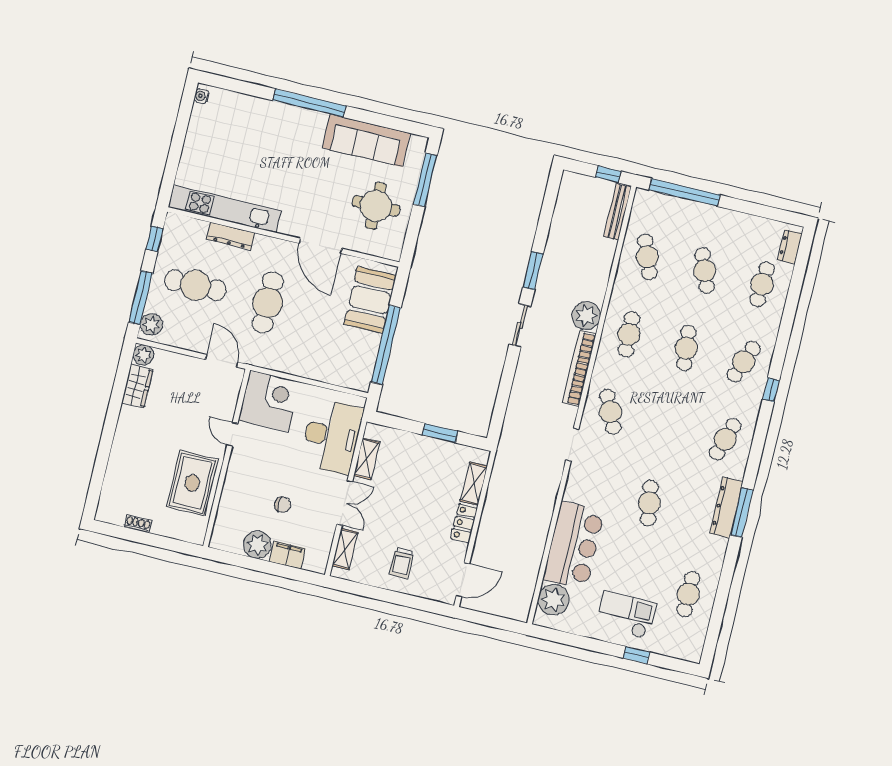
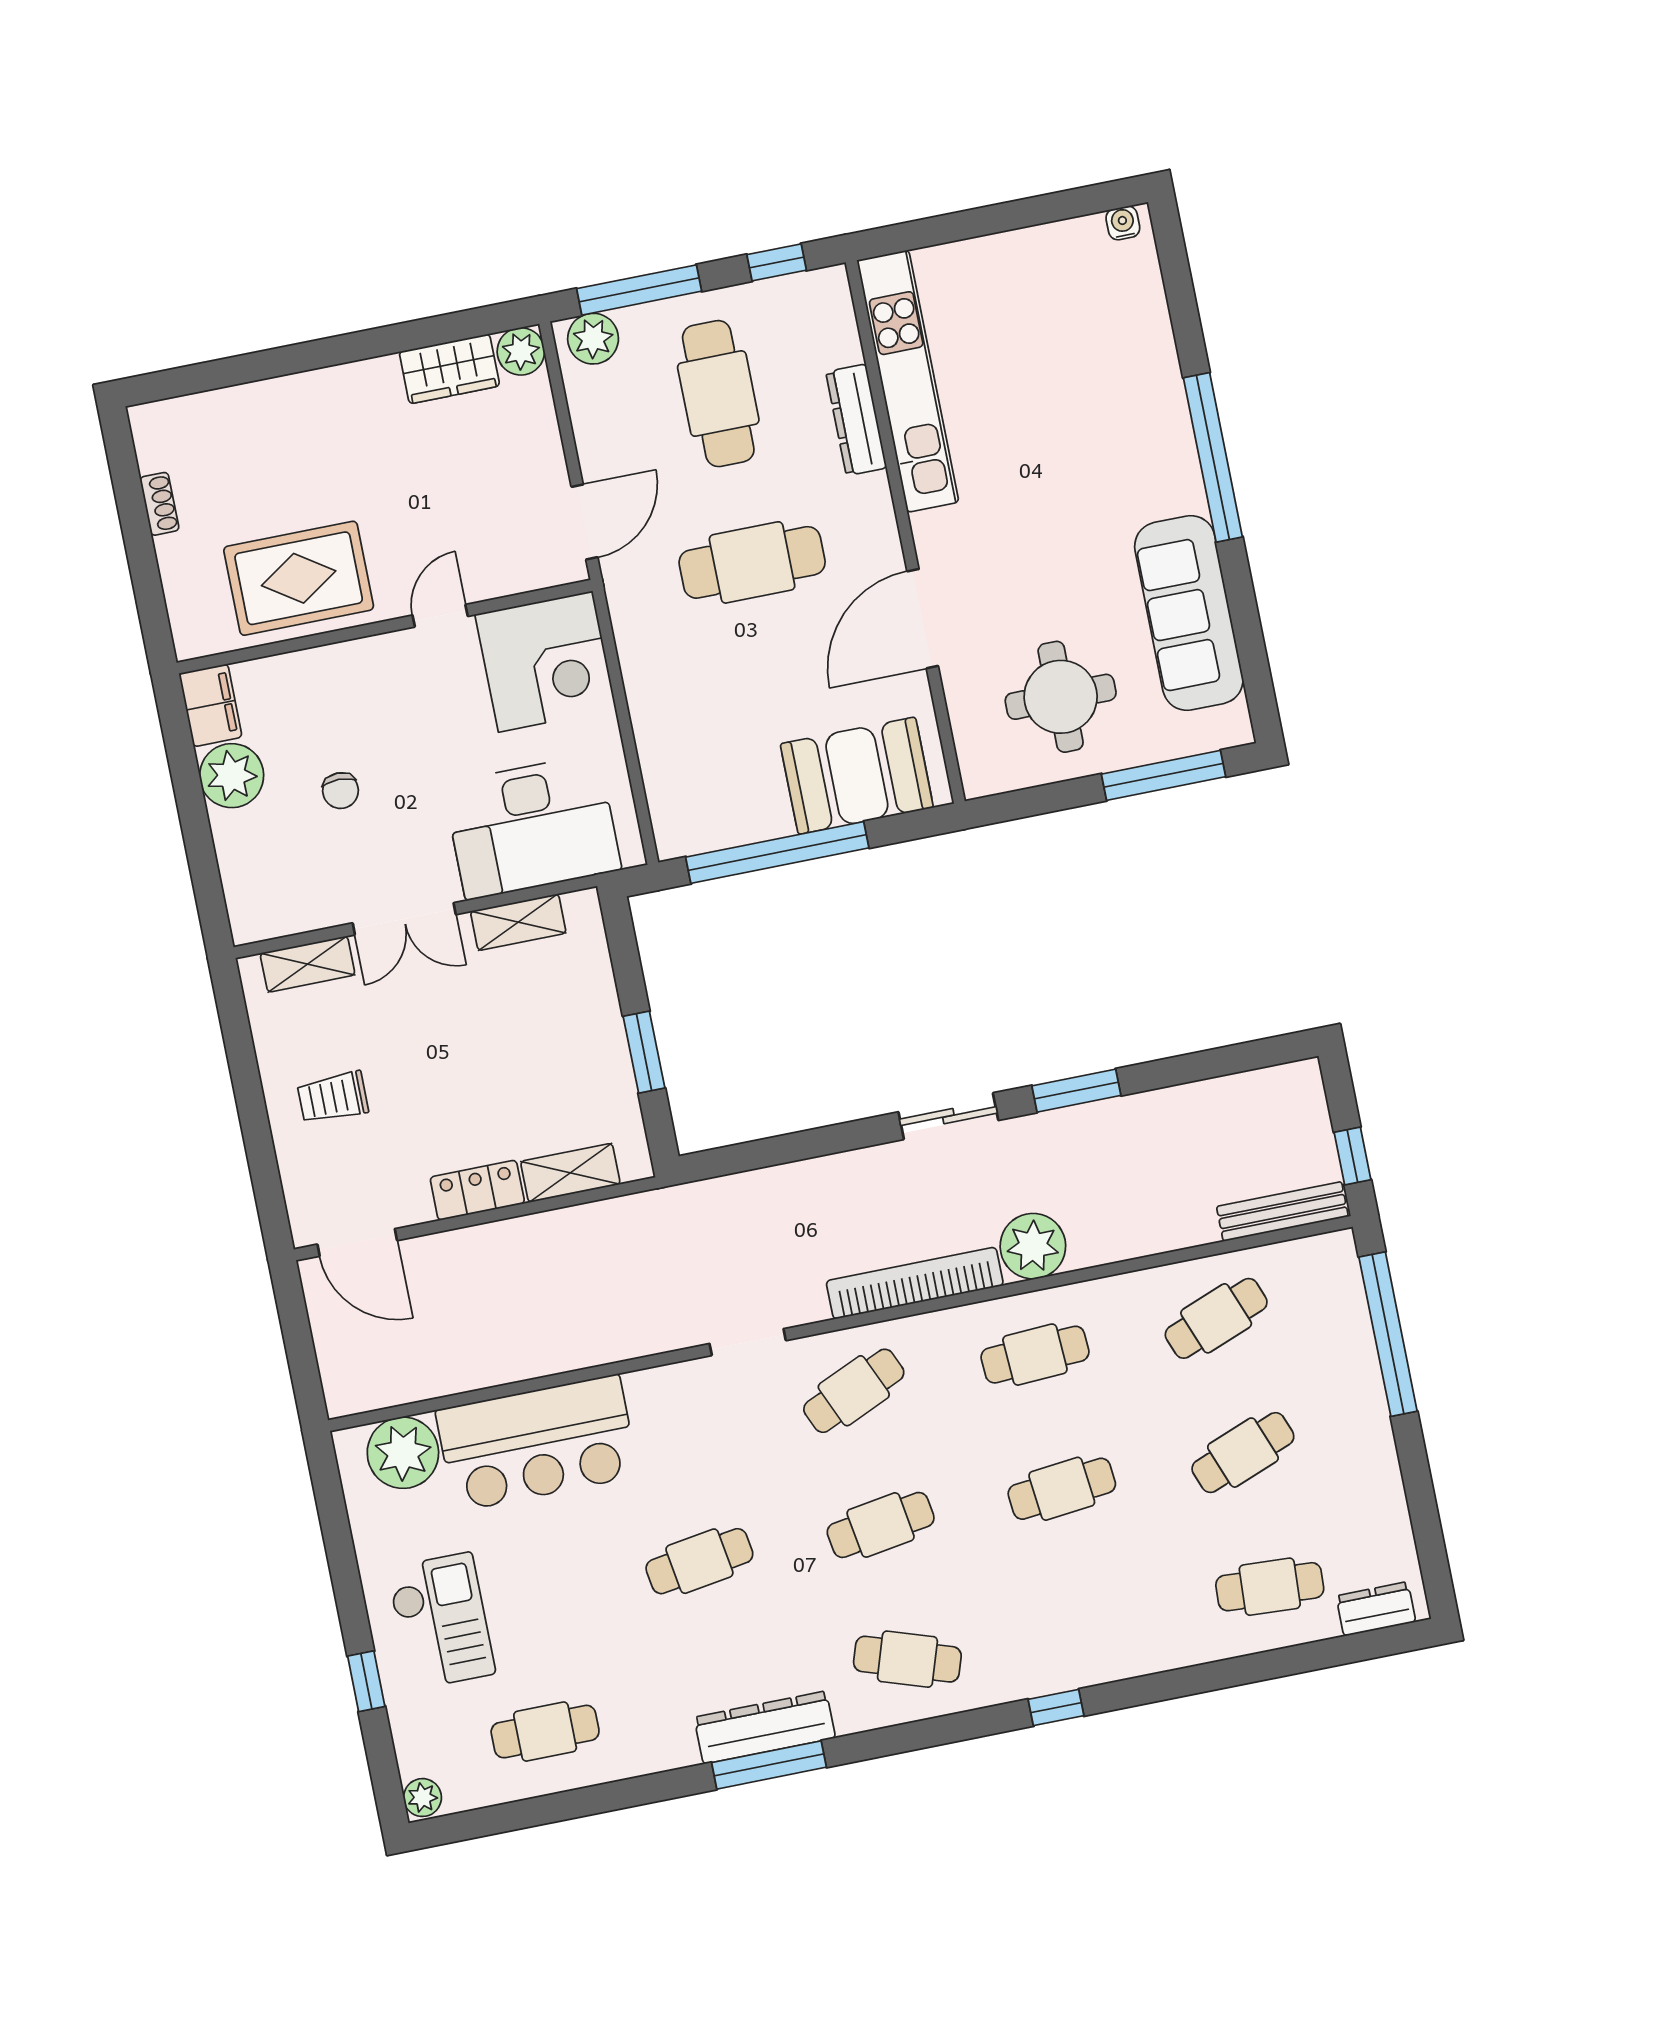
cafe table: (744, 362) -> (881, 1525), moved, turned -30
filing cabinet: (287, 555) -> (210, 705), moved
plant: (692, 654) -> (422, 1798), added

